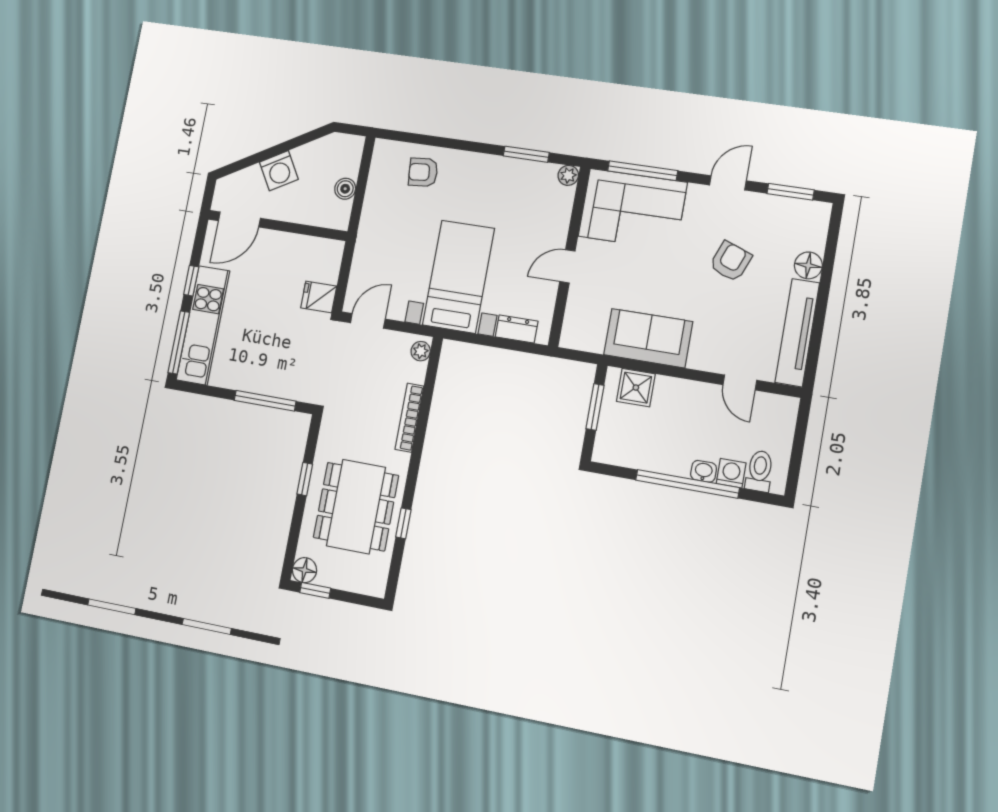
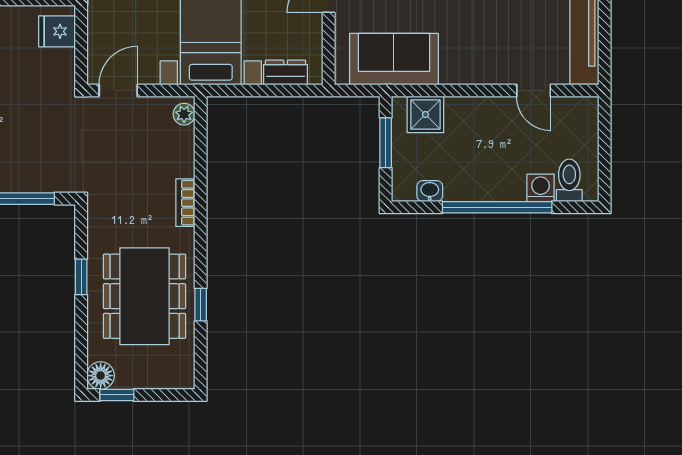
fridge: (319, 297) -> (57, 31), moved
sofa: (648, 338) -> (394, 59), moved
bookcase: (409, 418) -> (185, 203), width x0.64
washbasin: (704, 471) -> (430, 191), moved

